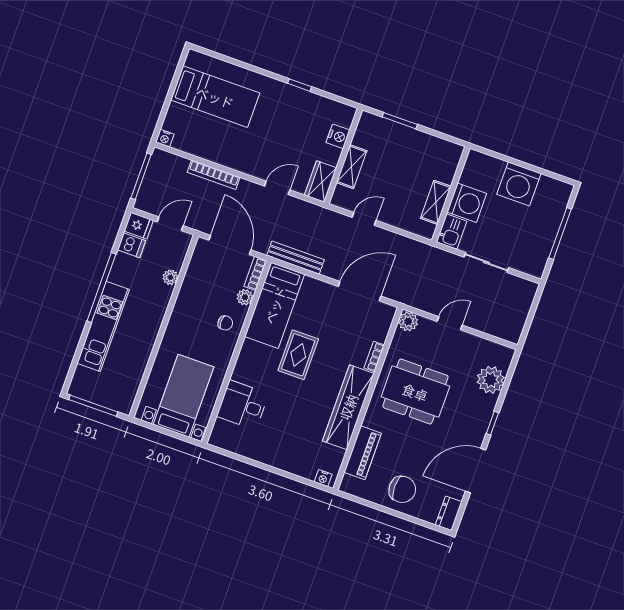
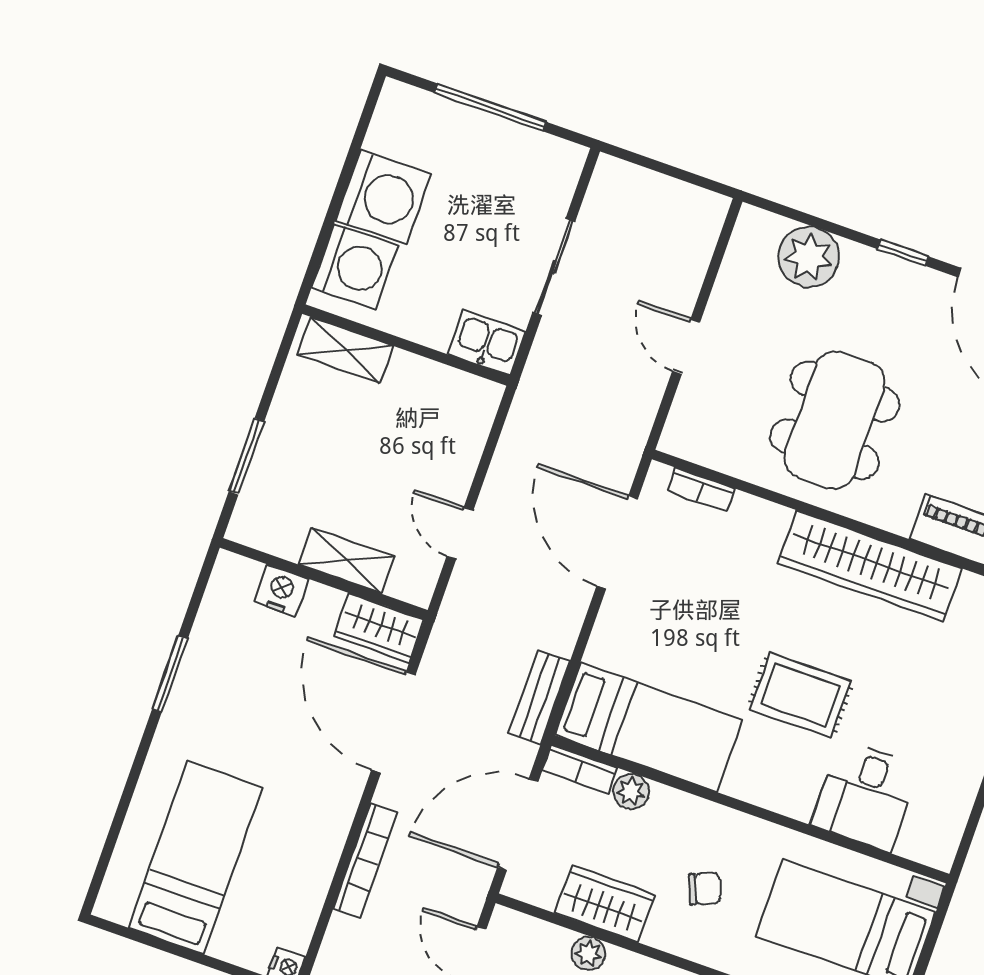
window: (300, 85) -> (170, 674), width x1.50
door: (277, 188) -> (393, 722), width x1.88
shelving: (436, 202) -> (345, 350), moved
washing machine: (467, 203) -> (355, 267), moved, turned 90
bench: (296, 258) -> (539, 697), width x0.73
wardrobe: (193, 285) -> (605, 904), added
plant: (408, 321) -> (683, 437), removed
chair: (225, 323) -> (705, 889), moved, turned 68
rug: (298, 355) -> (800, 695), moved
bookcase: (374, 357) -> (701, 490), moved

